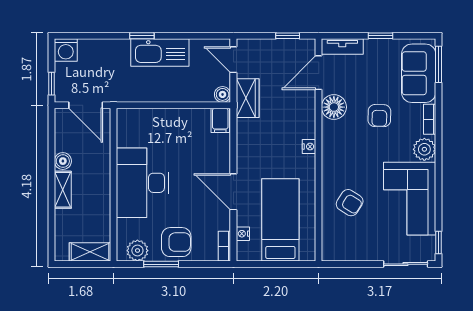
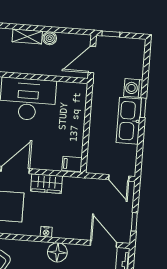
washing machine: (66, 50) -> (133, 88), moved
door: (233, 60) -> (119, 178), swing flipped
boiler: (223, 94) -> (92, 167), removed
wardrobe: (248, 98) -> (46, 184), moved
floor lamp: (334, 107) -> (57, 252), moved

